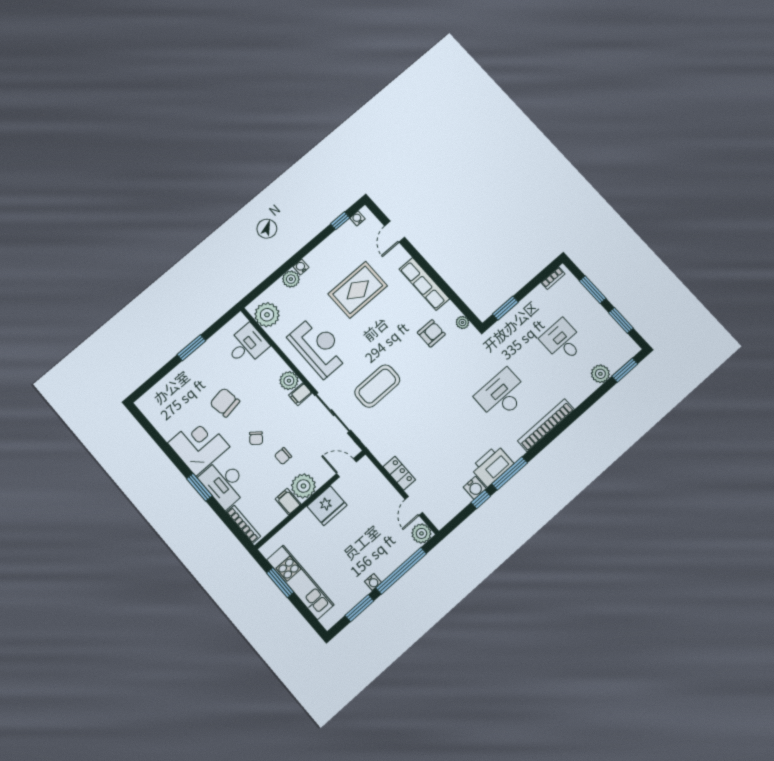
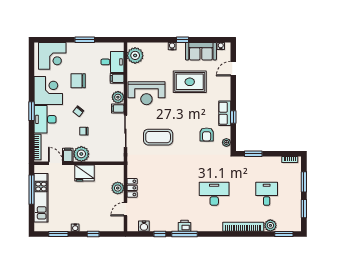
window: (340, 221) -> (182, 40), moved
sofa: (340, 244) -> (201, 51), added
plant: (291, 279) -> (162, 48), removed
row of seats: (424, 284) -> (225, 113), width x0.68
window: (444, 286) -> (233, 117), added
armchair: (431, 333) -> (207, 134), turned 90
reception desk: (319, 347) -> (146, 93), turned 90
filing cabinet: (269, 360) -> (117, 78), added
corner desk: (169, 400) -> (52, 56), added
chair: (225, 402) -> (78, 81), turned -81
bookcase: (546, 425) -> (243, 227), moved
printer: (492, 466) -> (185, 226), width x0.53, depth x0.68
door: (346, 468) -> (55, 163), moved
water cooler: (475, 488) -> (144, 226), moved
plant: (421, 533) -> (118, 188), moved
window: (401, 571) -> (93, 234), width x0.32
window: (280, 583) -> (31, 190), width x1.44

